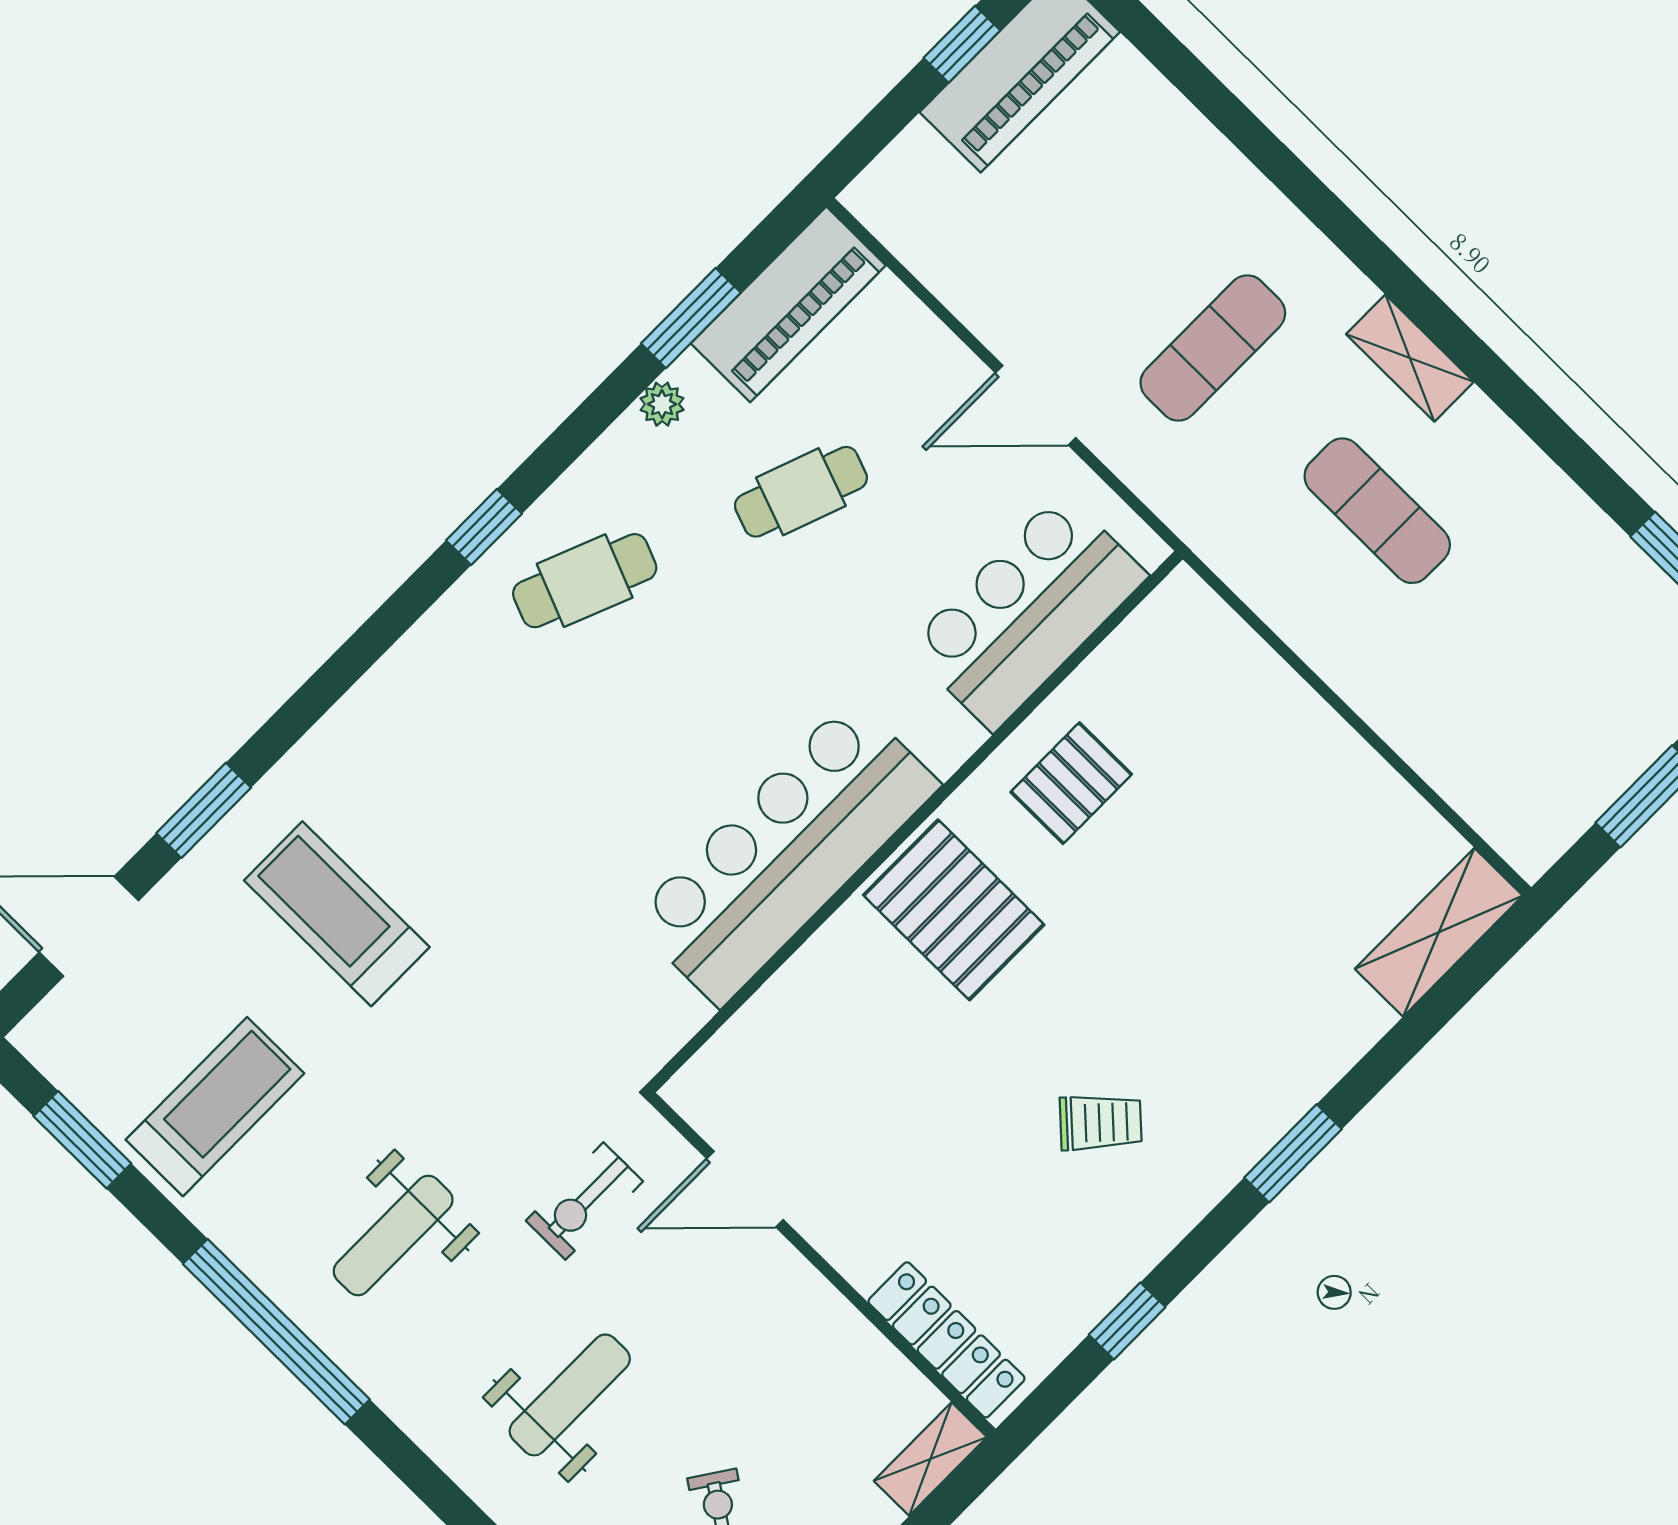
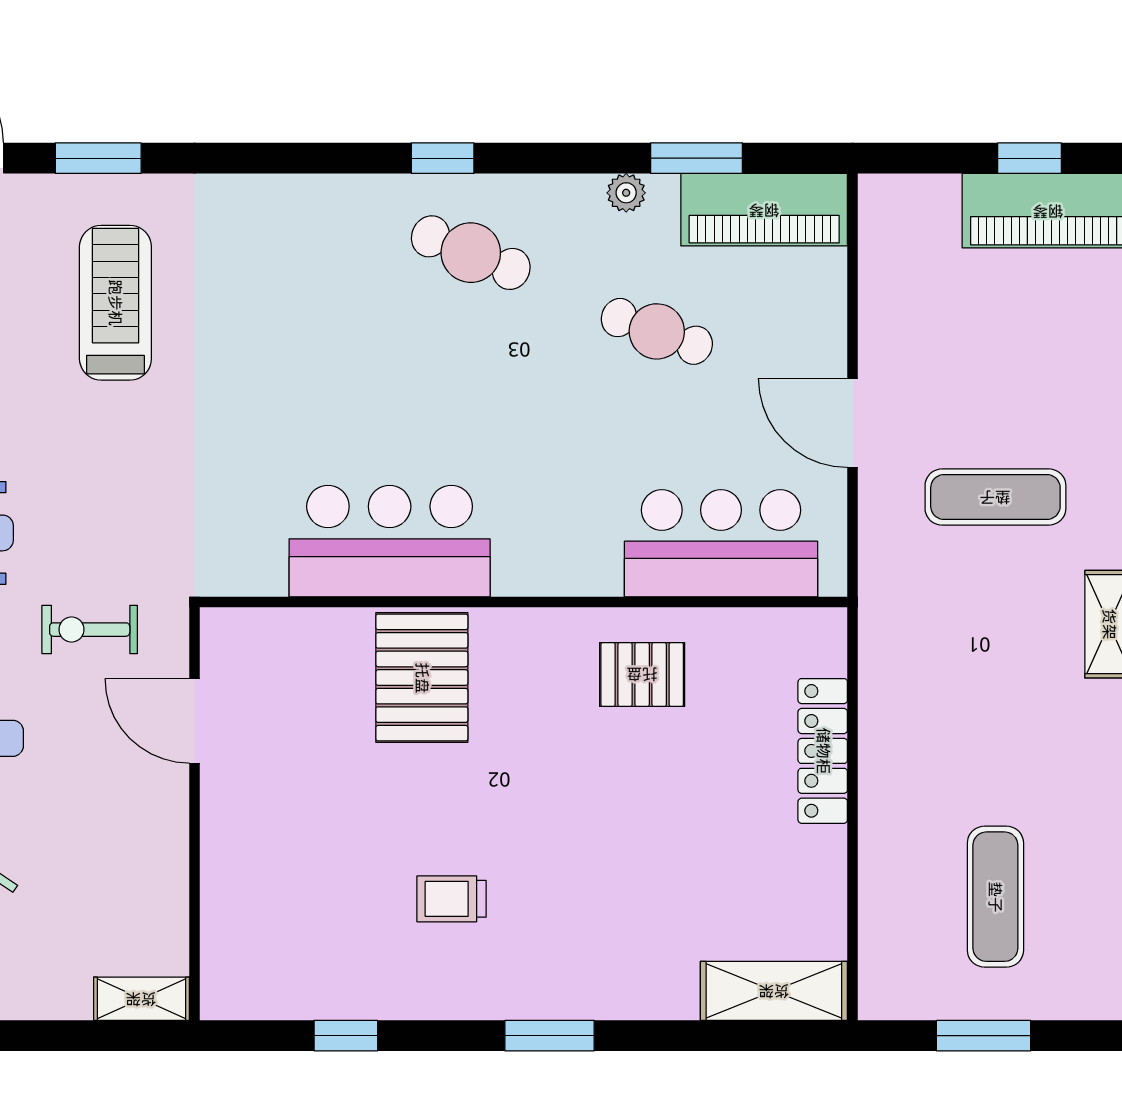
exercise mat: (1377, 511) -> (995, 897), moved
bar counter: (786, 852) -> (390, 541), width x0.73
pallet: (954, 910) -> (422, 678), moved
trolley: (1101, 1123) -> (452, 899), turned 137
locker: (946, 1340) -> (823, 751), moved, turned 180

